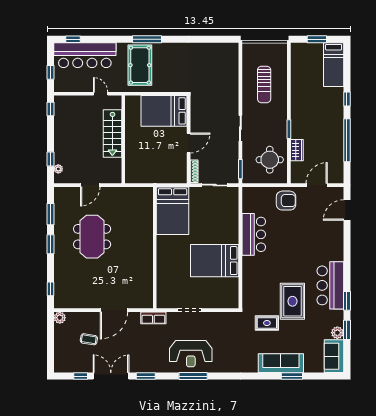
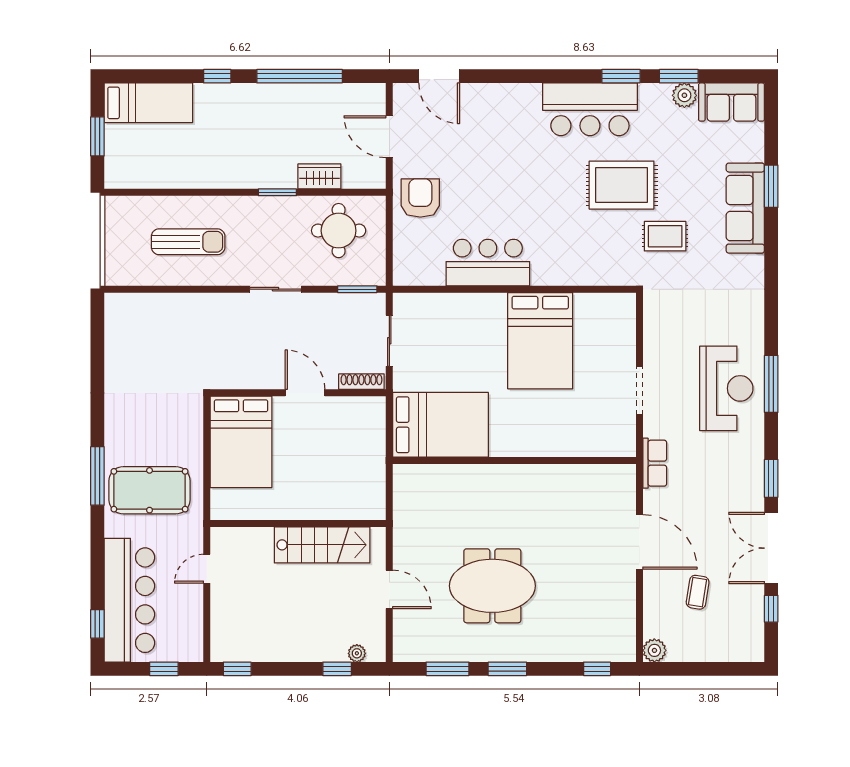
stairs: (112, 134) -> (322, 545), moved
rug: (267, 323) -> (665, 236), turned 90

